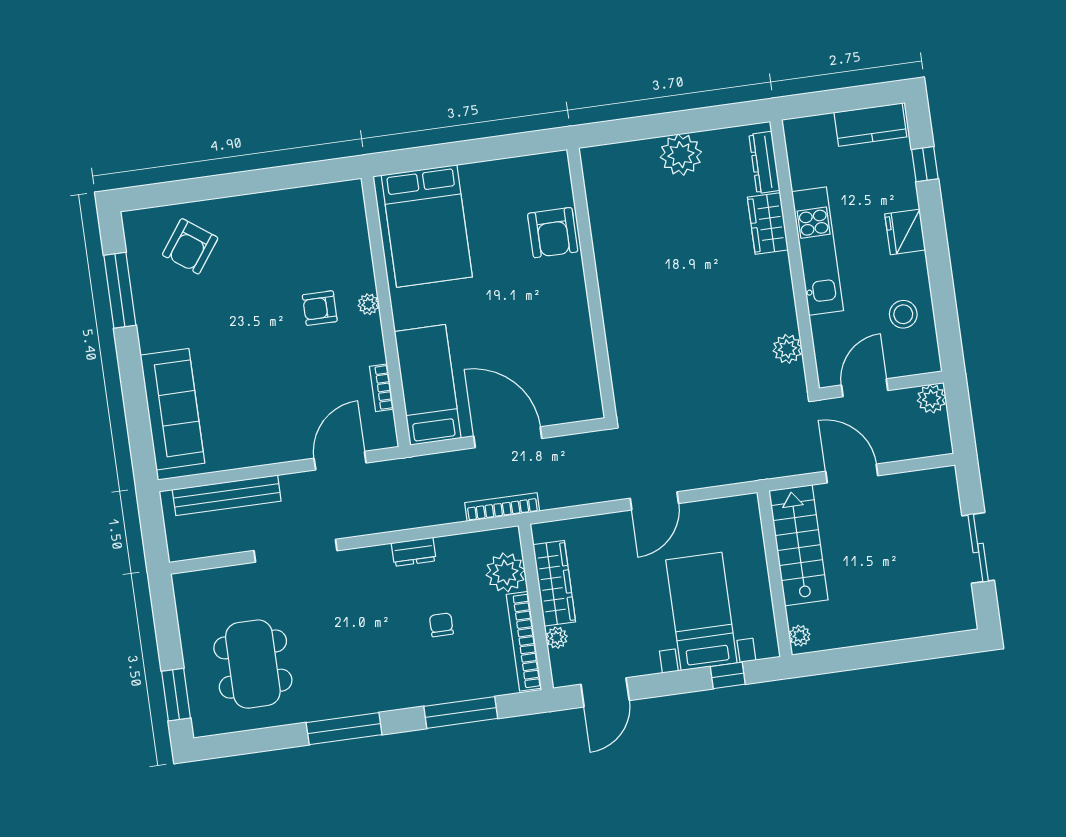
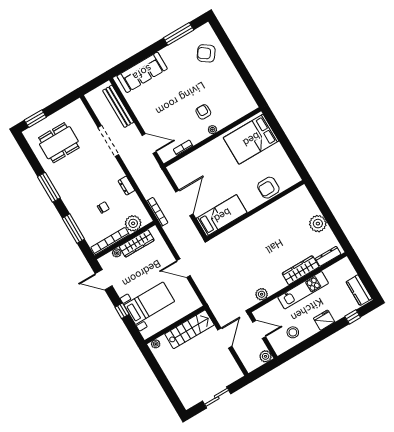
wardrobe: (768, 224) -> (301, 270), width x1.50
bed: (428, 385) -> (222, 215), moved
window: (728, 675) -> (122, 311), moved

